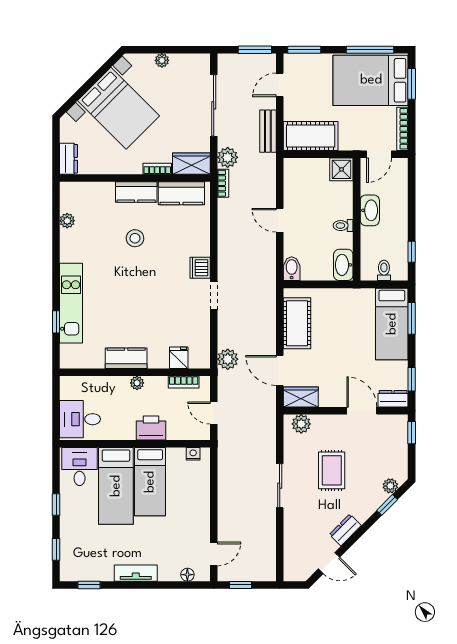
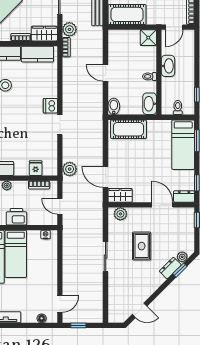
cot: (297, 323) -> (128, 129), moved, turned 90
dresser: (345, 530) -> (170, 268), moved

